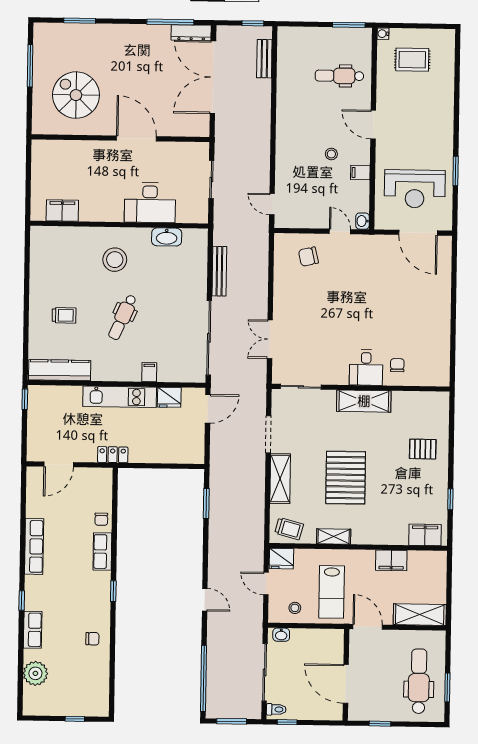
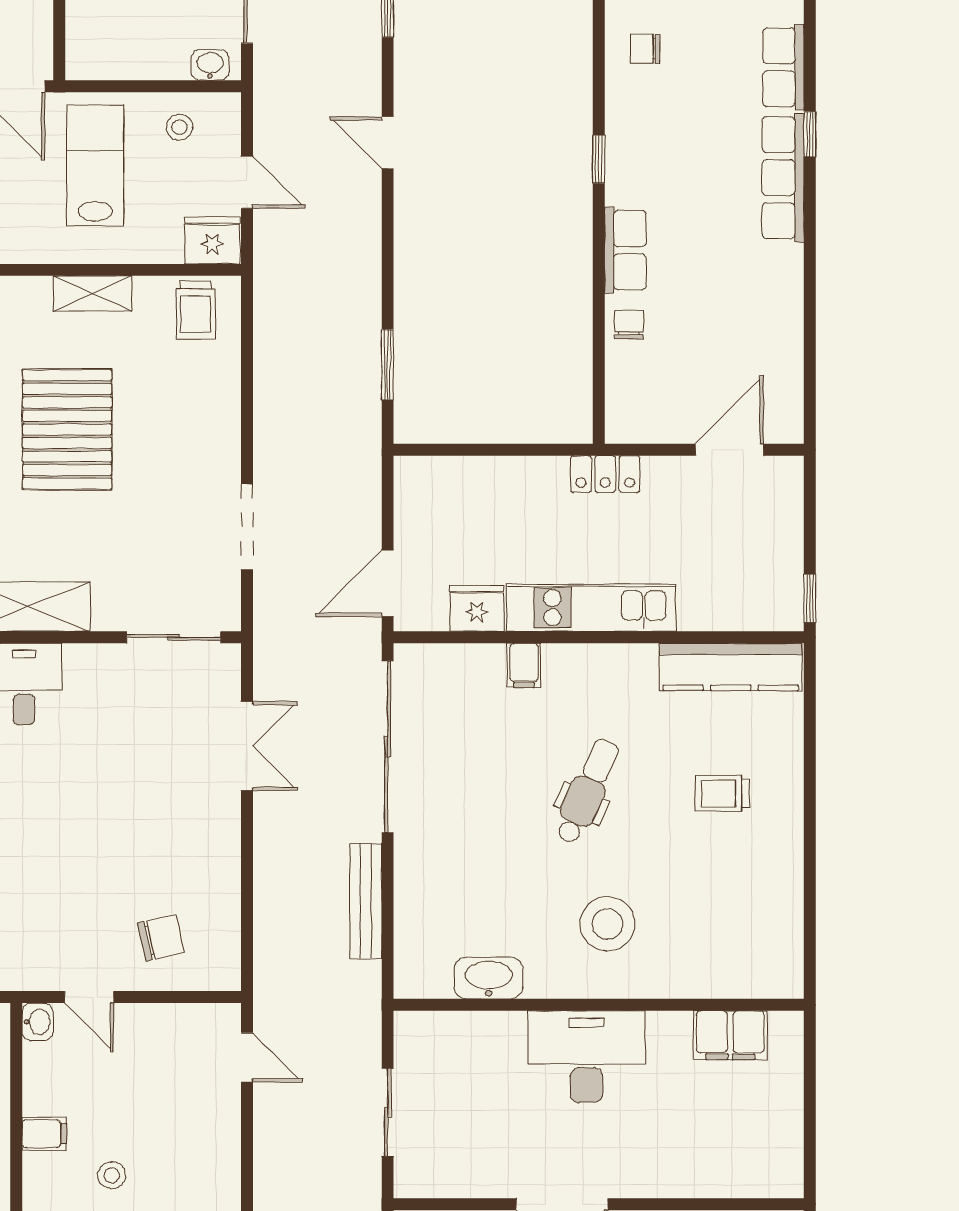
desk: (150, 203) -> (586, 1057), moved
shelving: (280, 479) -> (218, 425), removed
trolley: (289, 529) -> (196, 310), turned -105
row of seats: (34, 546) -> (783, 178), moved

